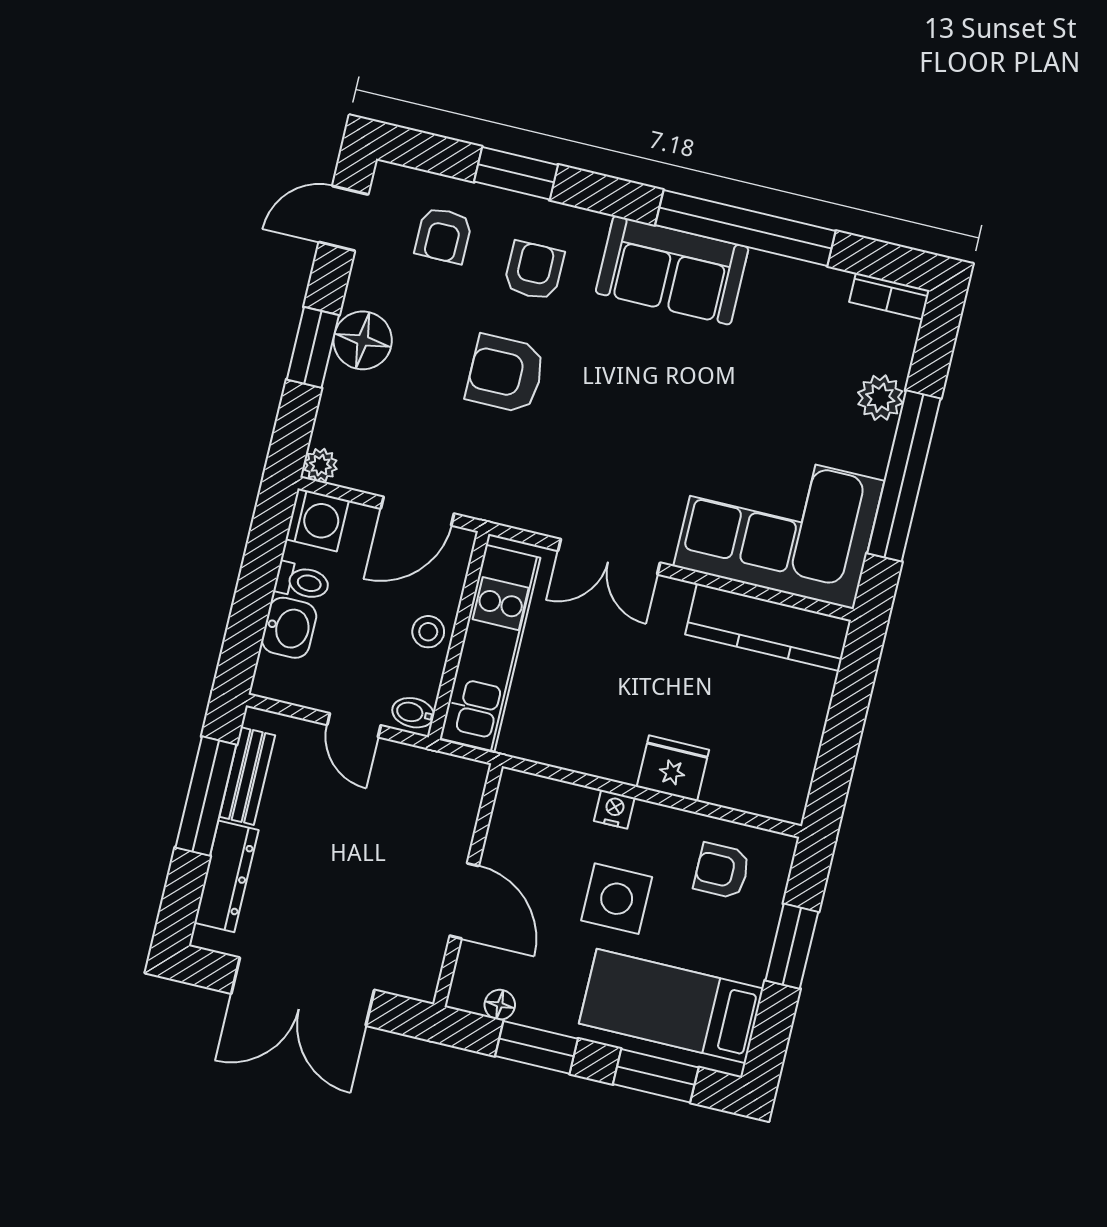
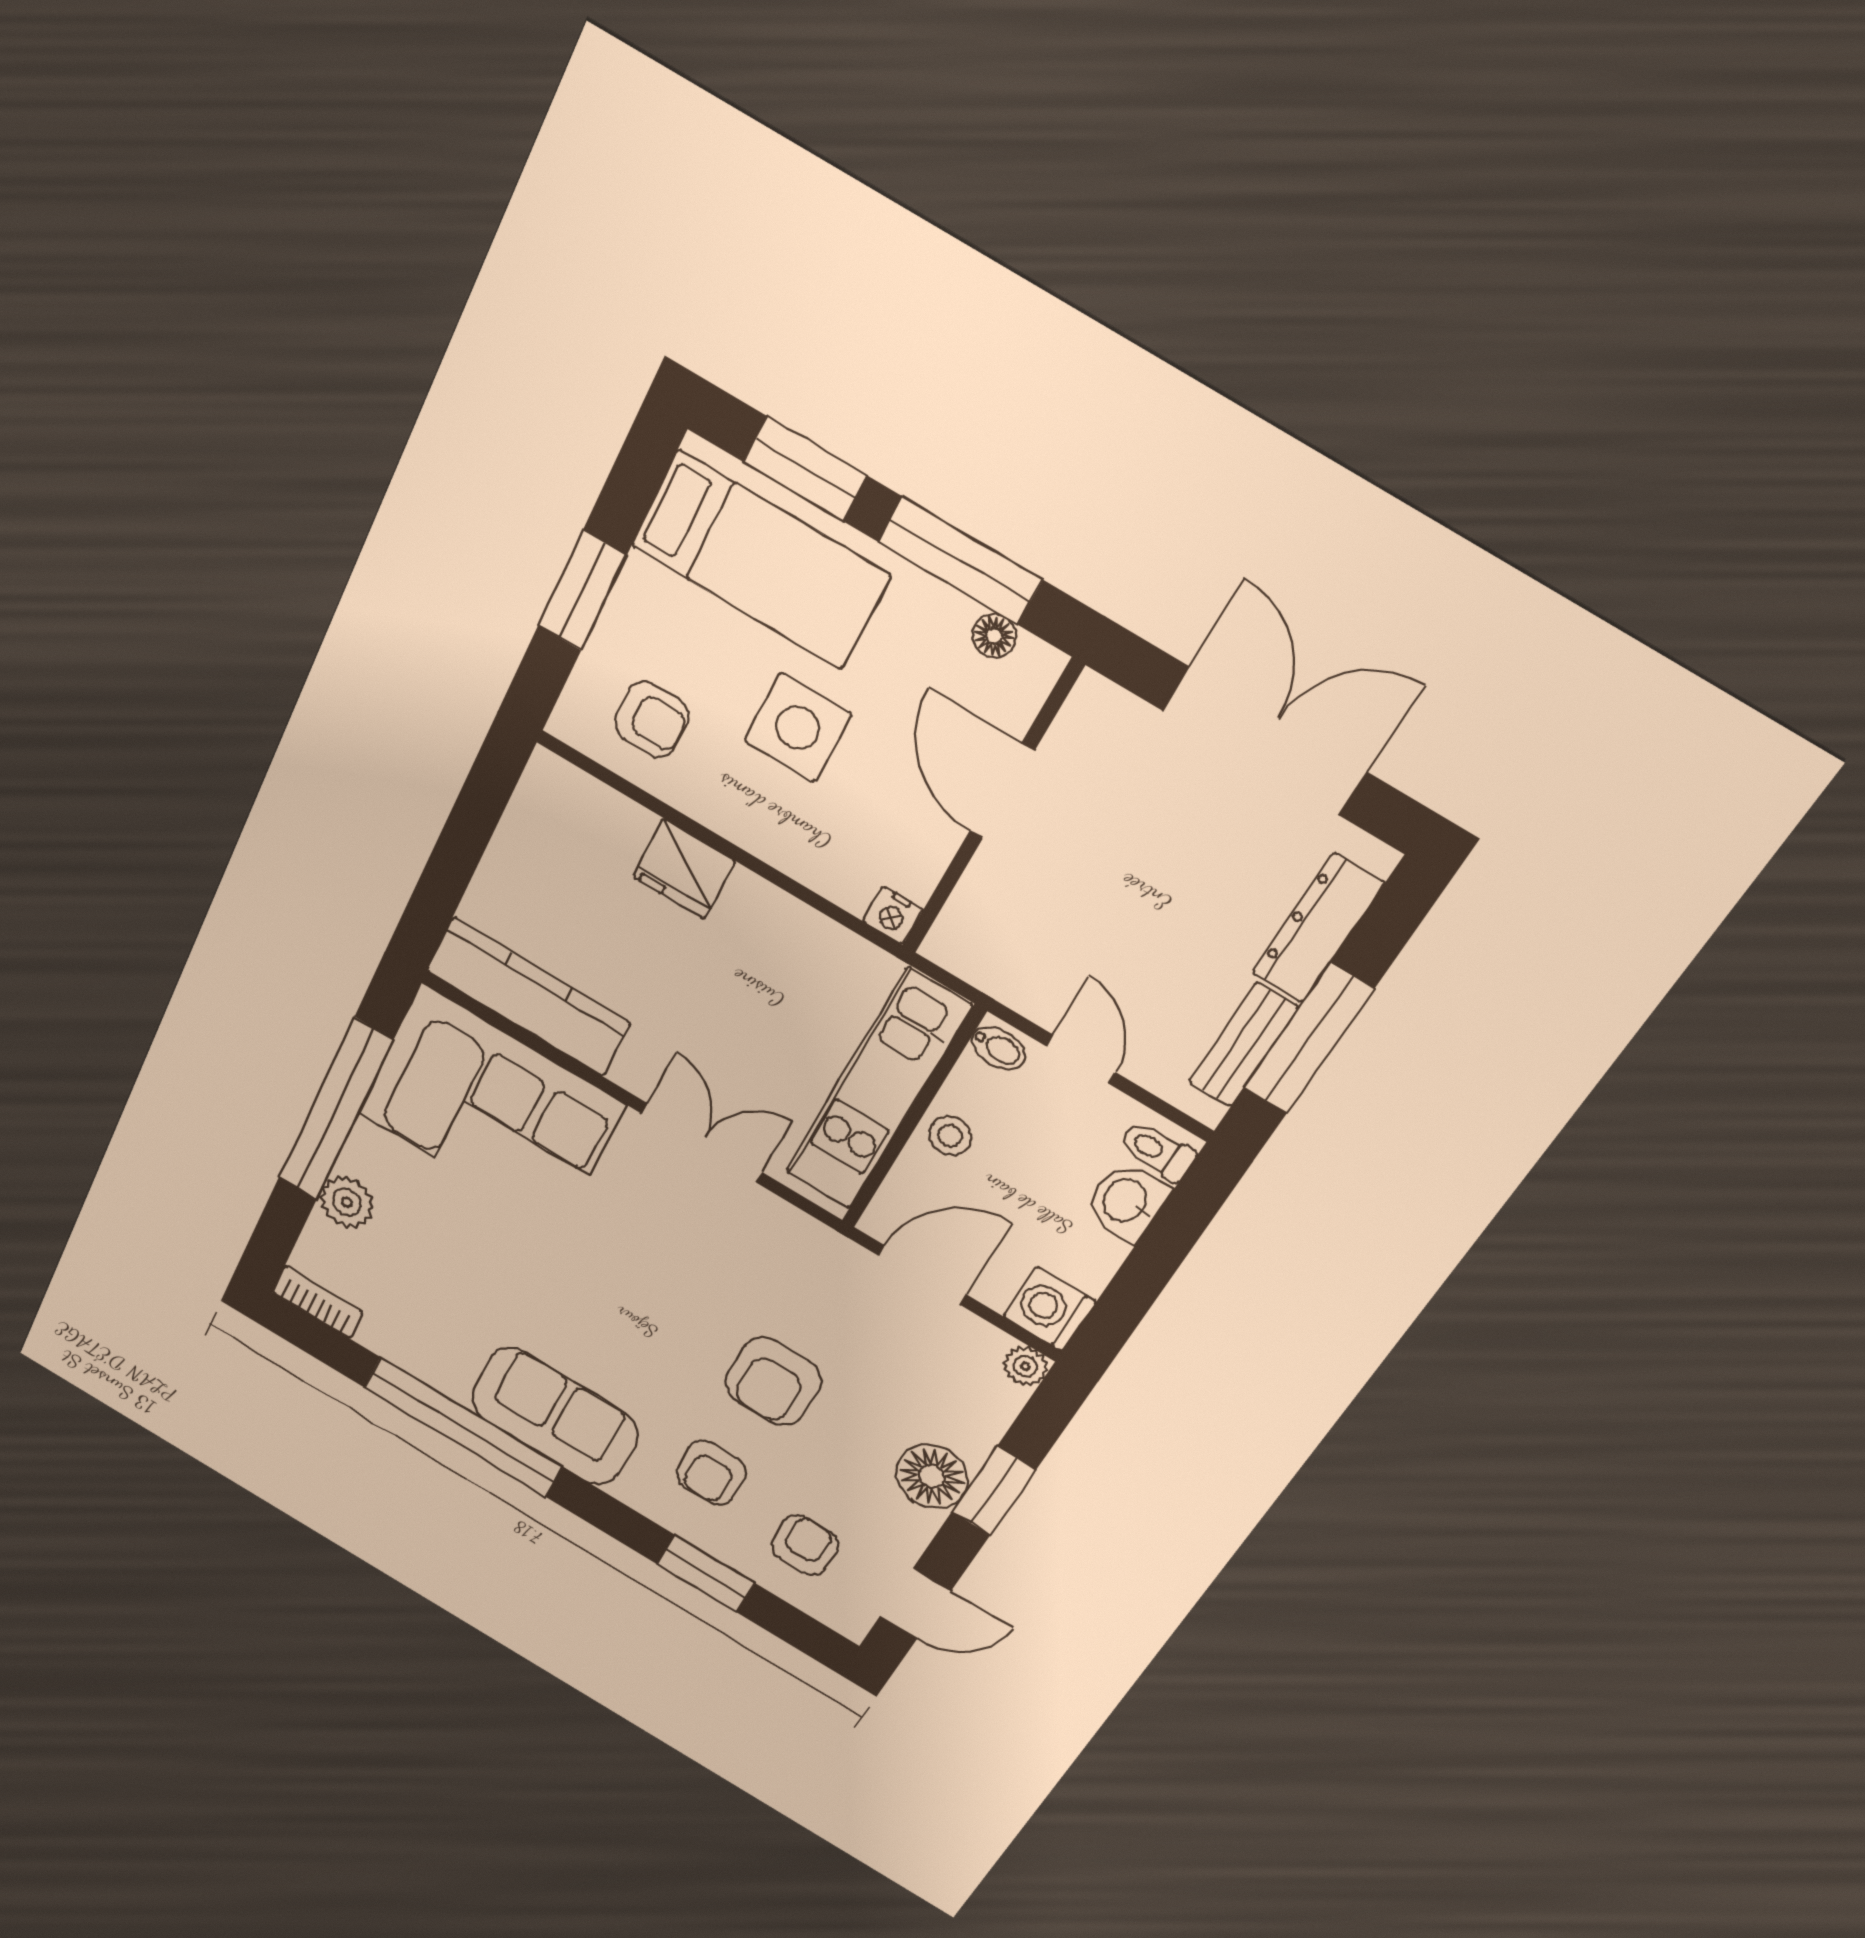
armchair: (506, 374) -> (773, 1382), turned 90
toilet: (302, 582) -> (1157, 1151), moved
nightstand: (614, 809) -> (893, 915), moved
window: (536, 1047) -> (960, 561), width x1.44

